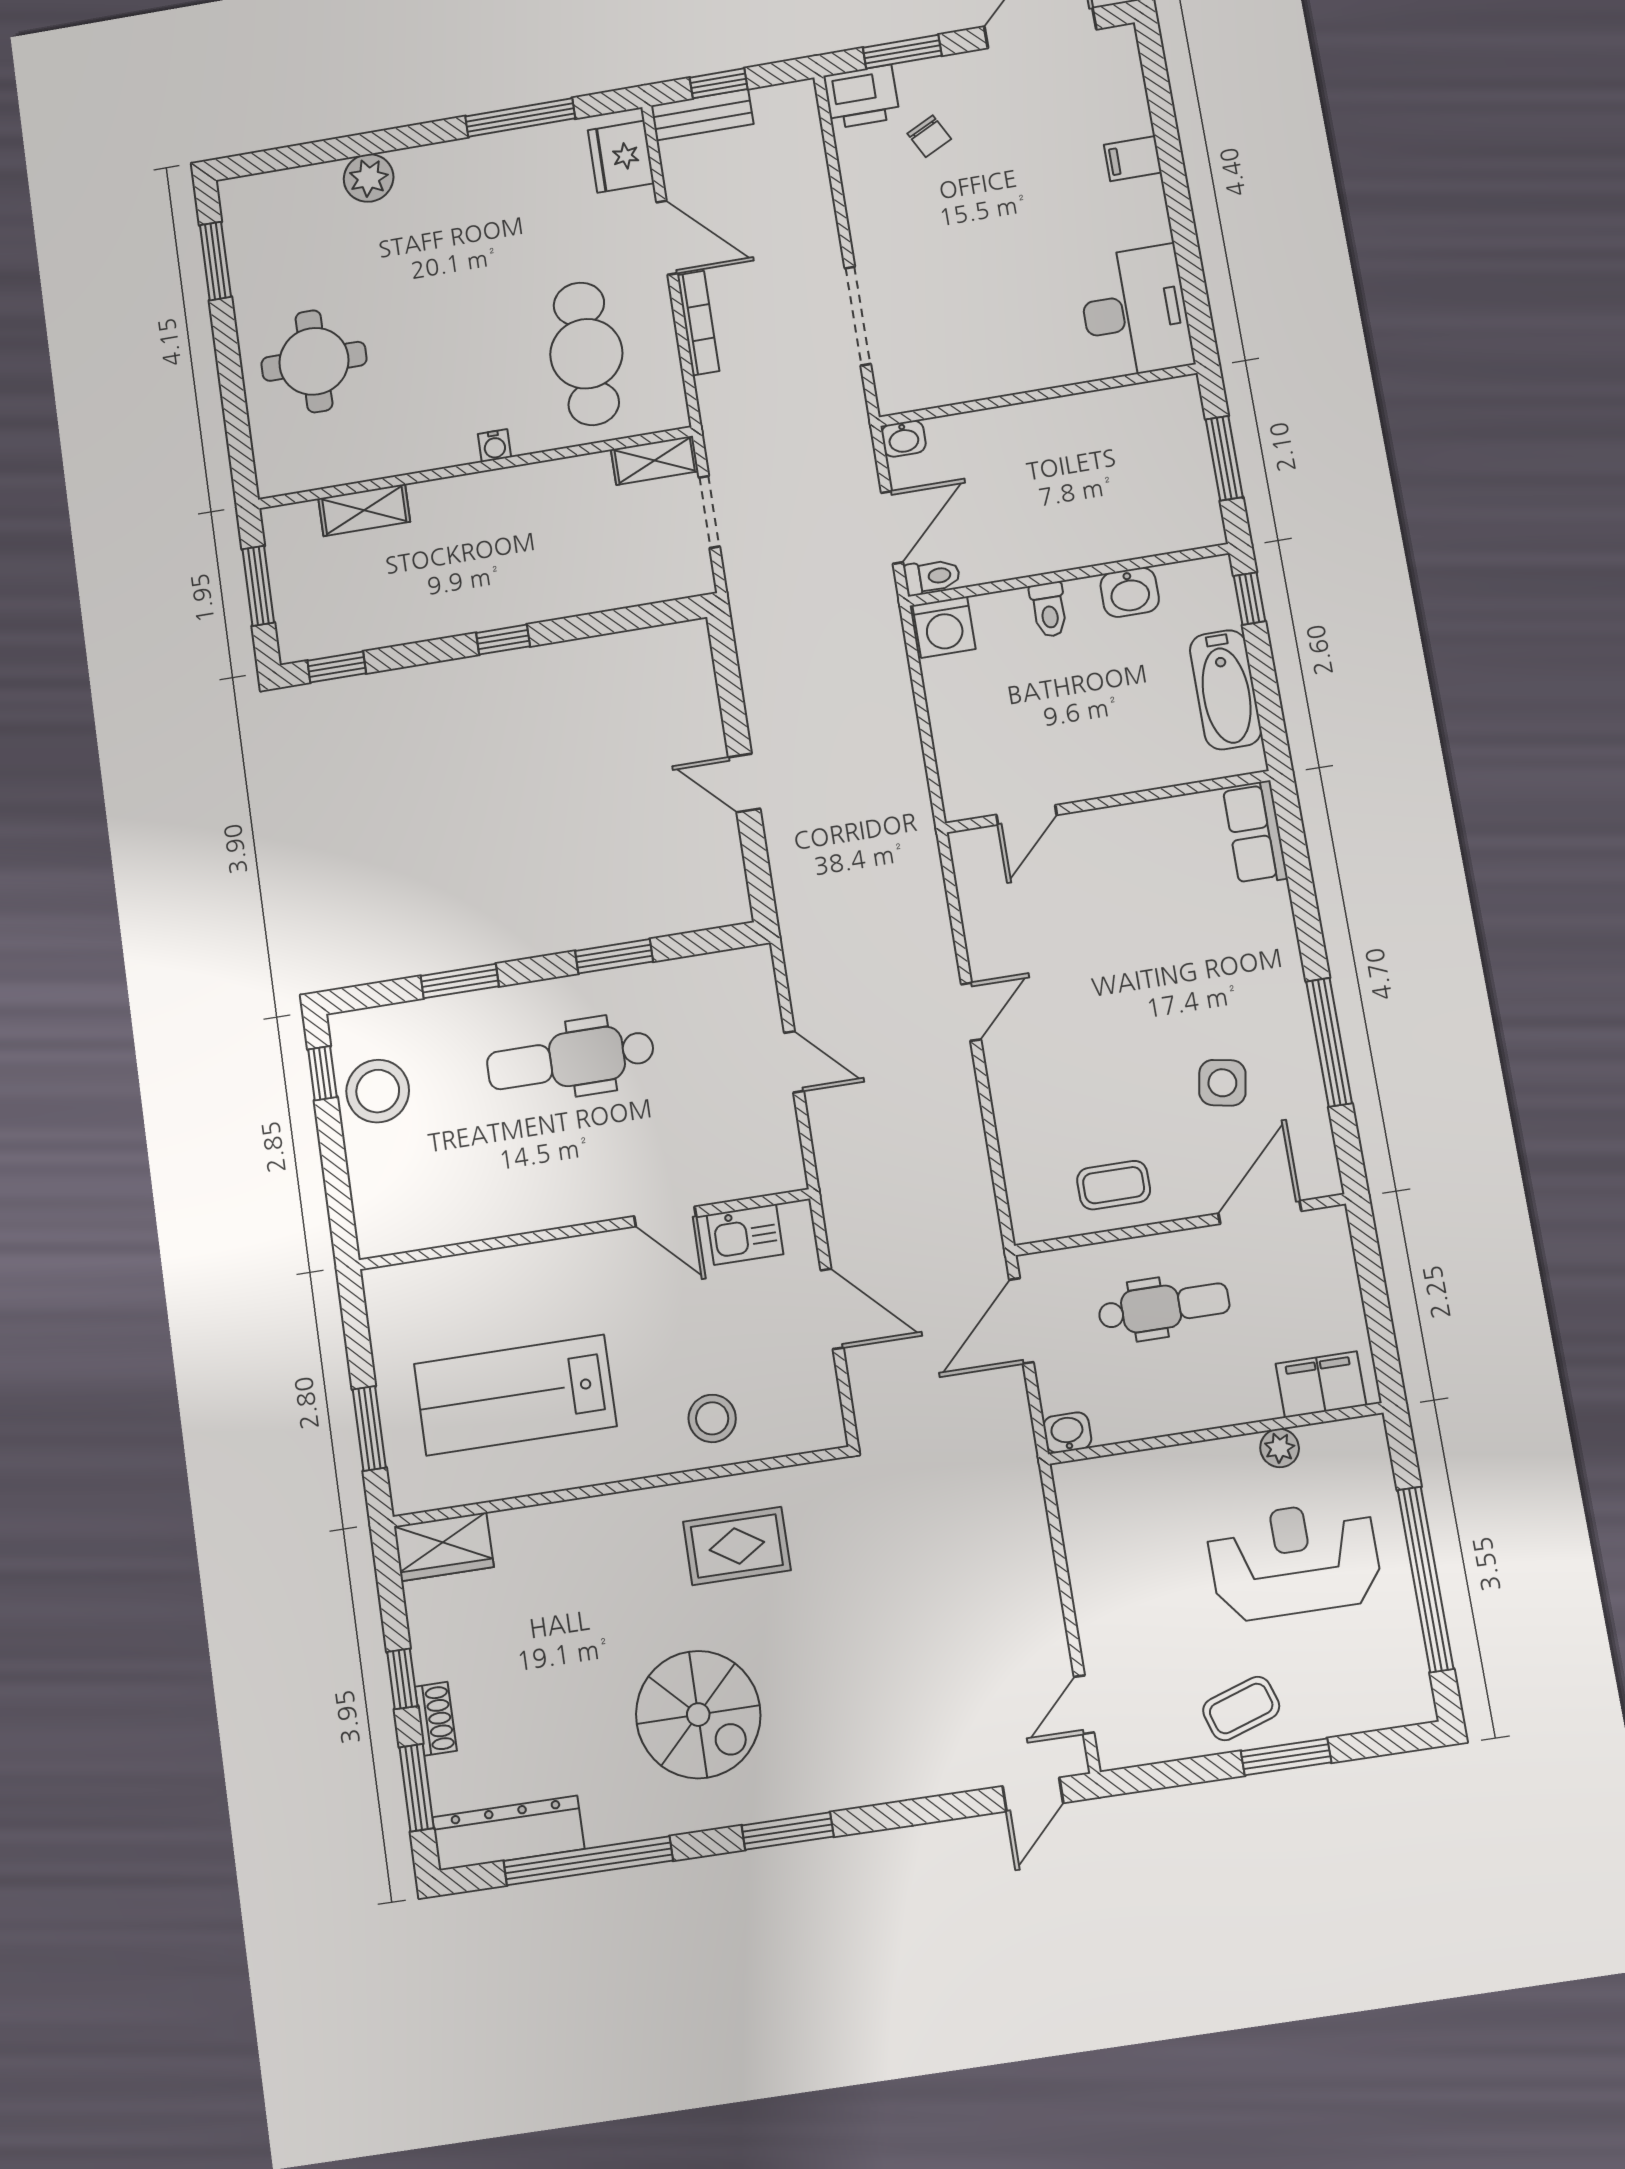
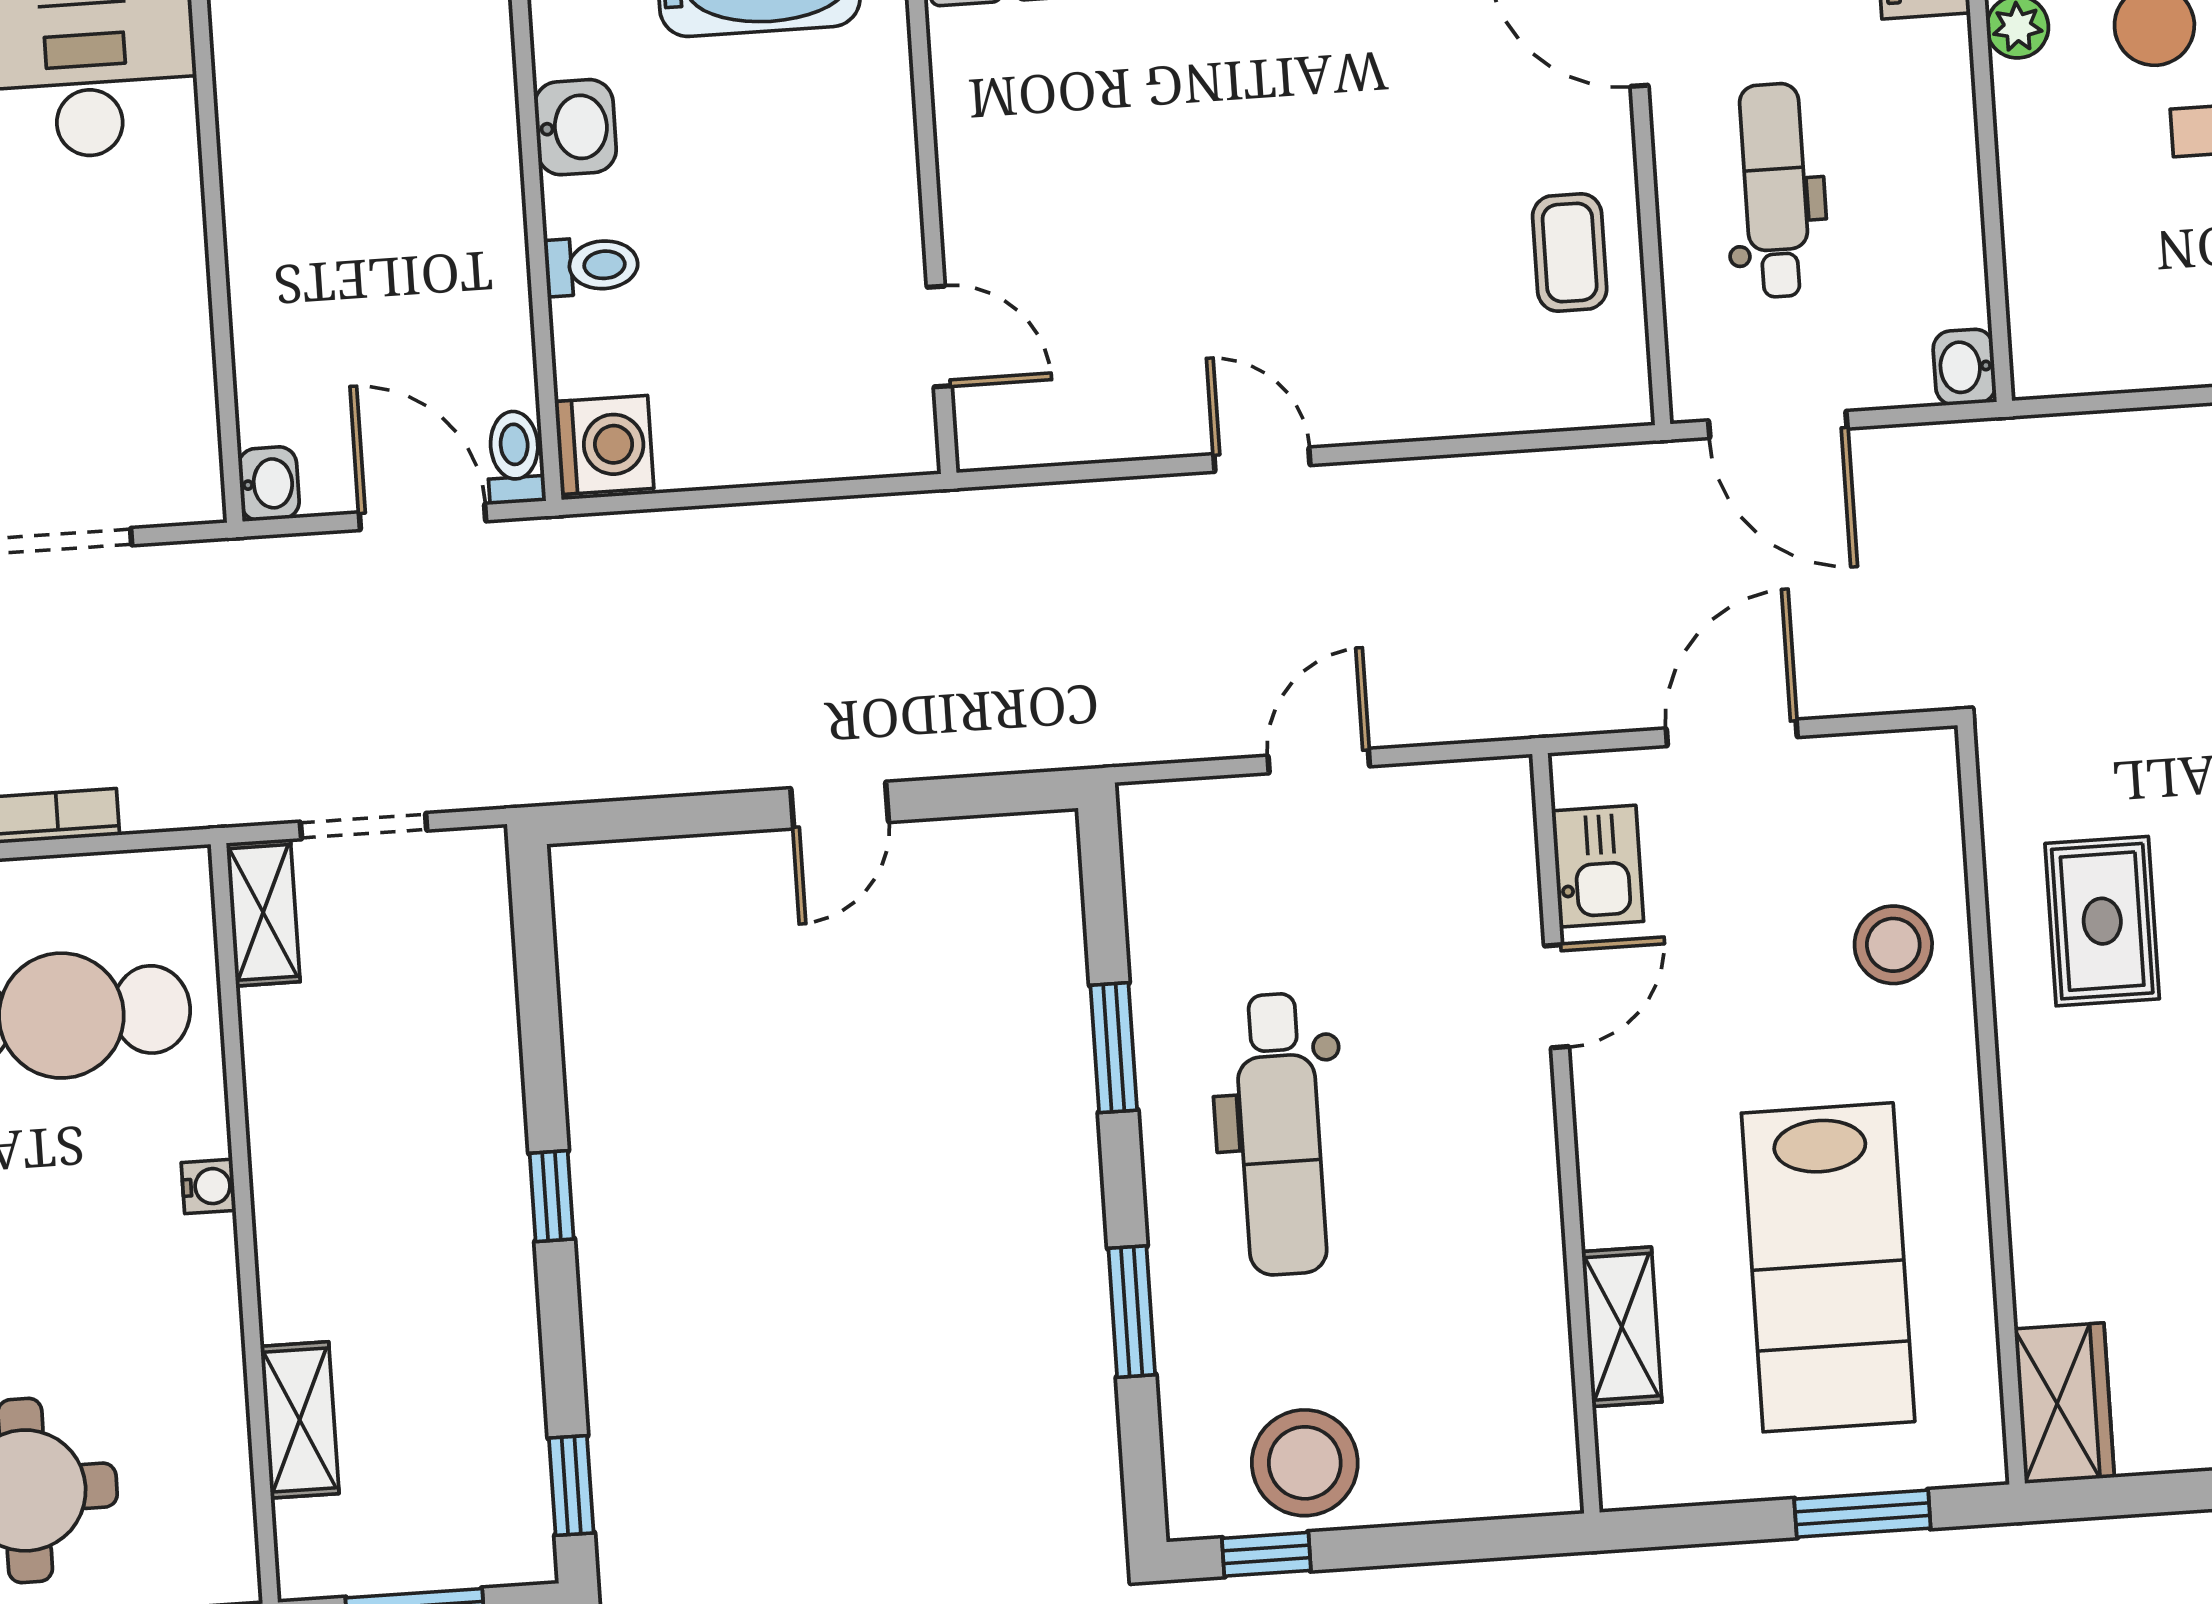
side table: (1222, 1083) -> (1417, 58), removed
shelving: (471, 1273) -> (1622, 1327), added

